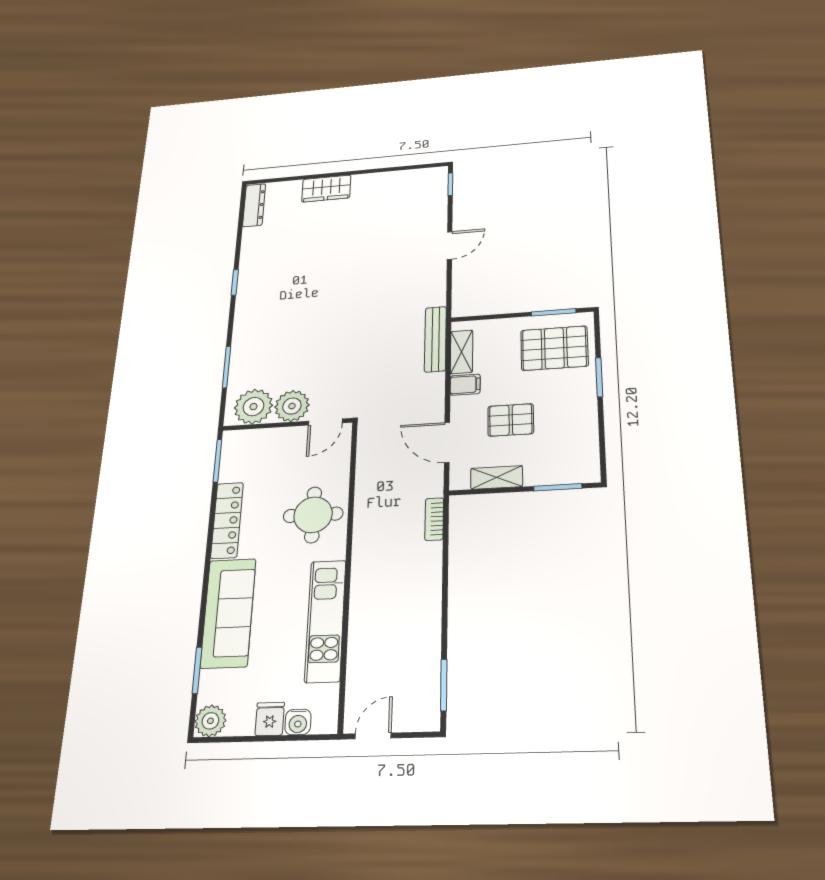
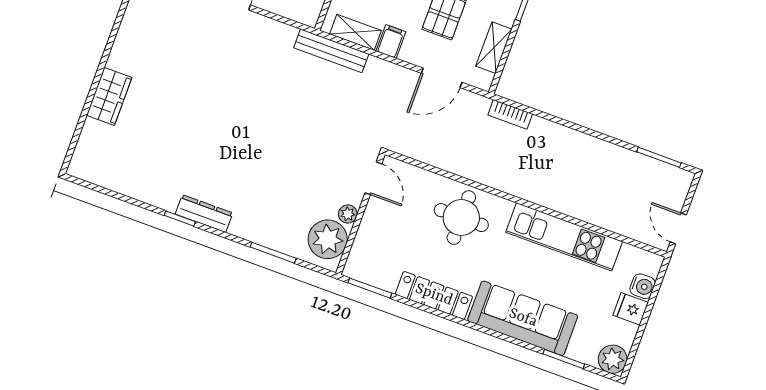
dresser: (254, 205) -> (204, 214), moved
plant: (292, 406) -> (348, 214), width x0.53, depth x0.53

